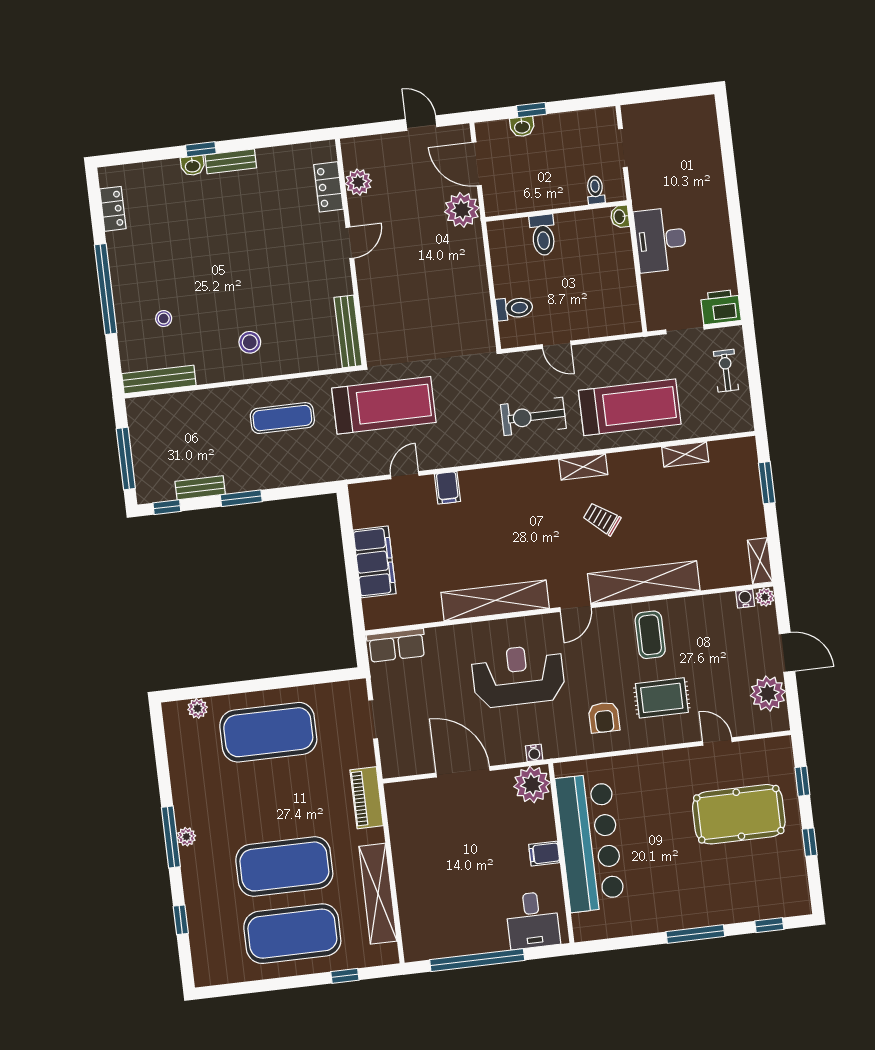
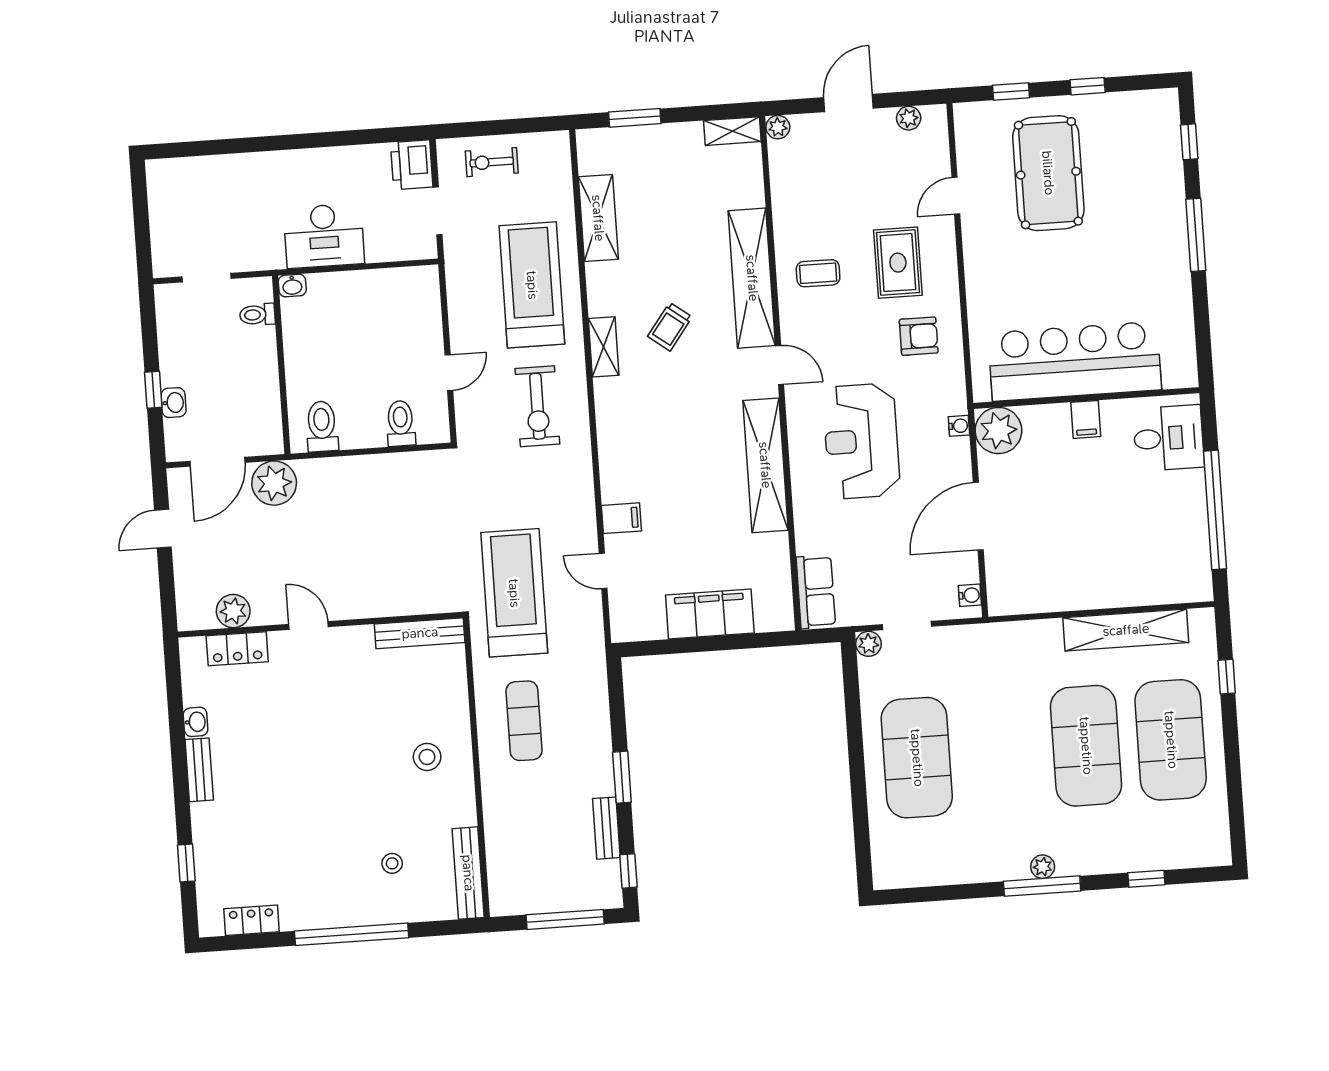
window: (201, 149) -> (186, 863), moved
washbasin: (193, 166) -> (196, 722), moved
toilet: (543, 235) -> (322, 426), moved, turned -90
shelving: (685, 454) -> (598, 218), width x1.50, depth x1.33
water cooler: (745, 599) -> (970, 595), moved, turned 180
coffee table: (650, 635) -> (818, 273), width x0.73, depth x0.77
plant: (768, 694) -> (909, 118), width x0.53, depth x0.53
plant: (198, 708) -> (869, 644), moved
piano: (367, 798) -> (1005, 638), removed

